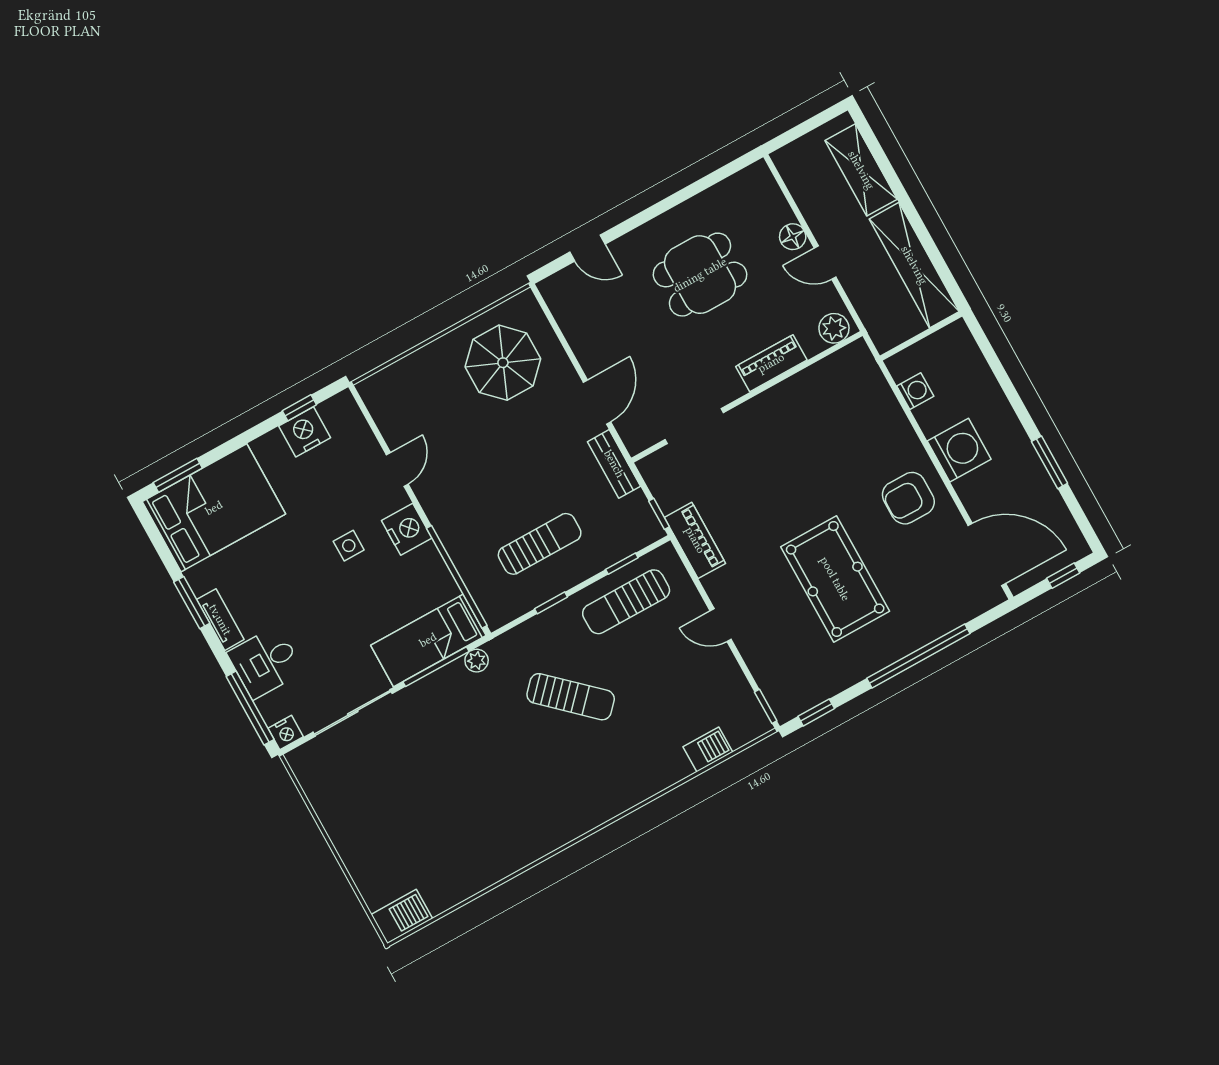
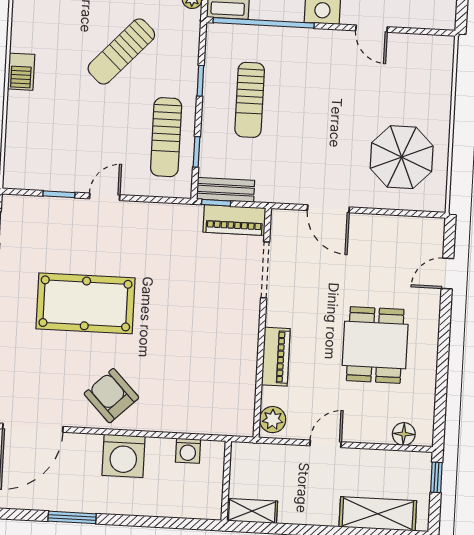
window: (791, 136) -> (436, 477), added
floor lamp: (793, 237) -> (404, 434), moved
shelving: (914, 265) -> (252, 511), width x0.45, depth x0.75
bench: (614, 464) -> (226, 190), moved
armchair: (908, 498) -> (111, 396), turned -44
piano: (695, 540) -> (234, 220), moved
sun lounger: (626, 602) -> (166, 137), turned 180
window: (766, 706) -> (59, 194), moved
barbecue: (708, 749) -> (21, 72), moved

